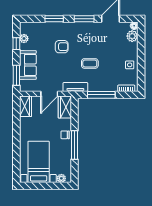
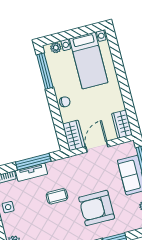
armchair: (62, 47) -> (97, 208), width x1.88, depth x1.88
tv unit: (75, 87) -> (32, 172), moved
window: (75, 145) -> (45, 71), moved

